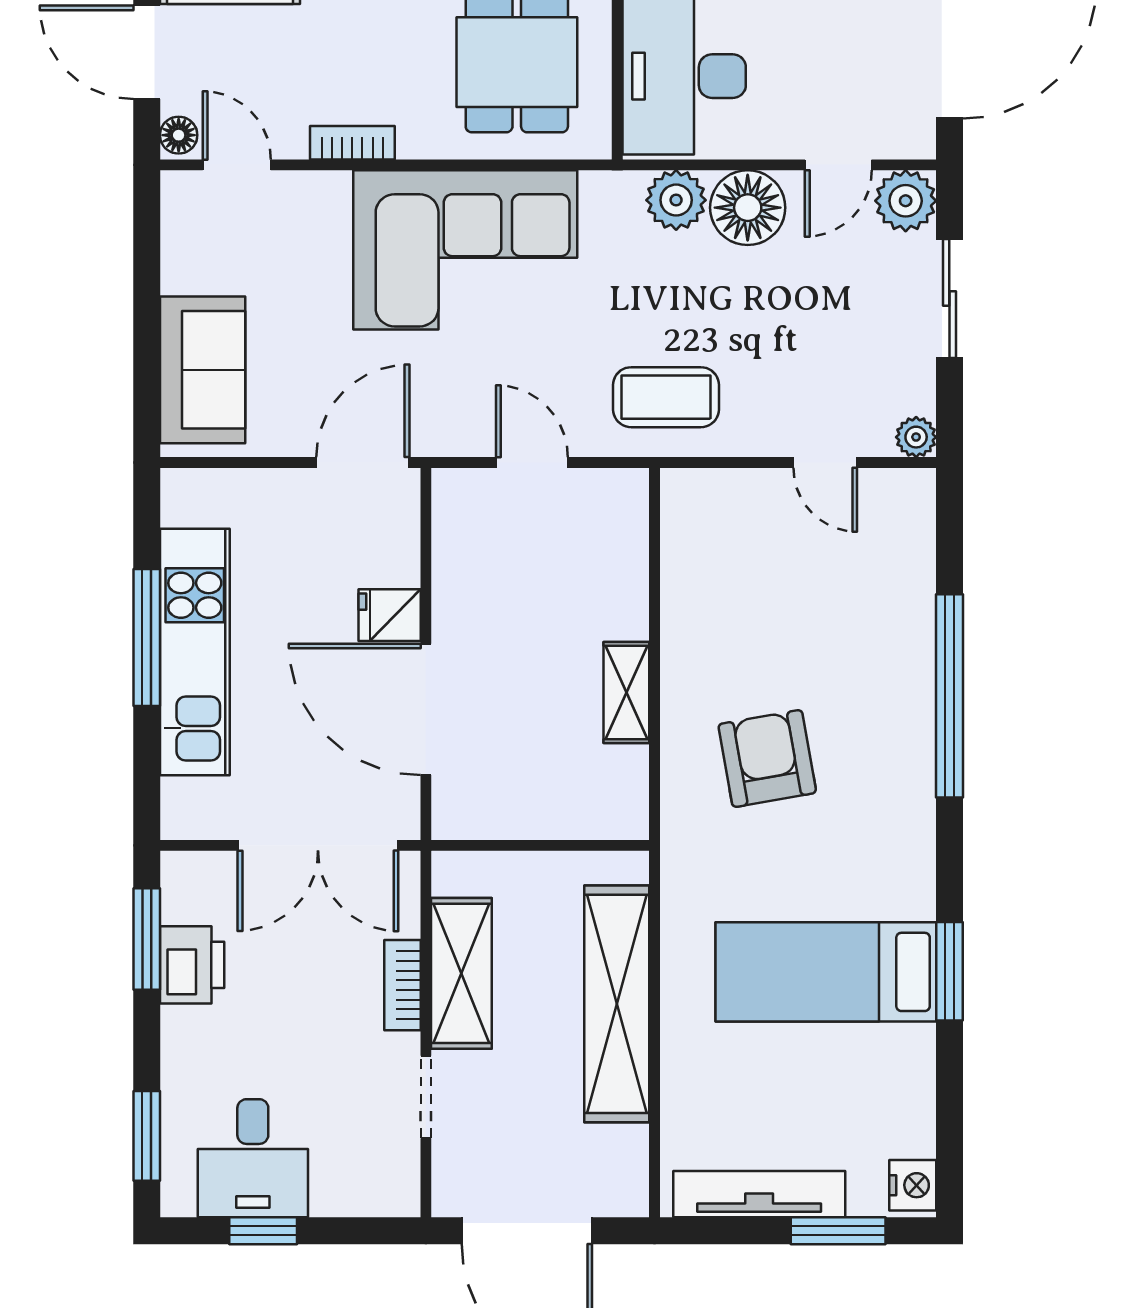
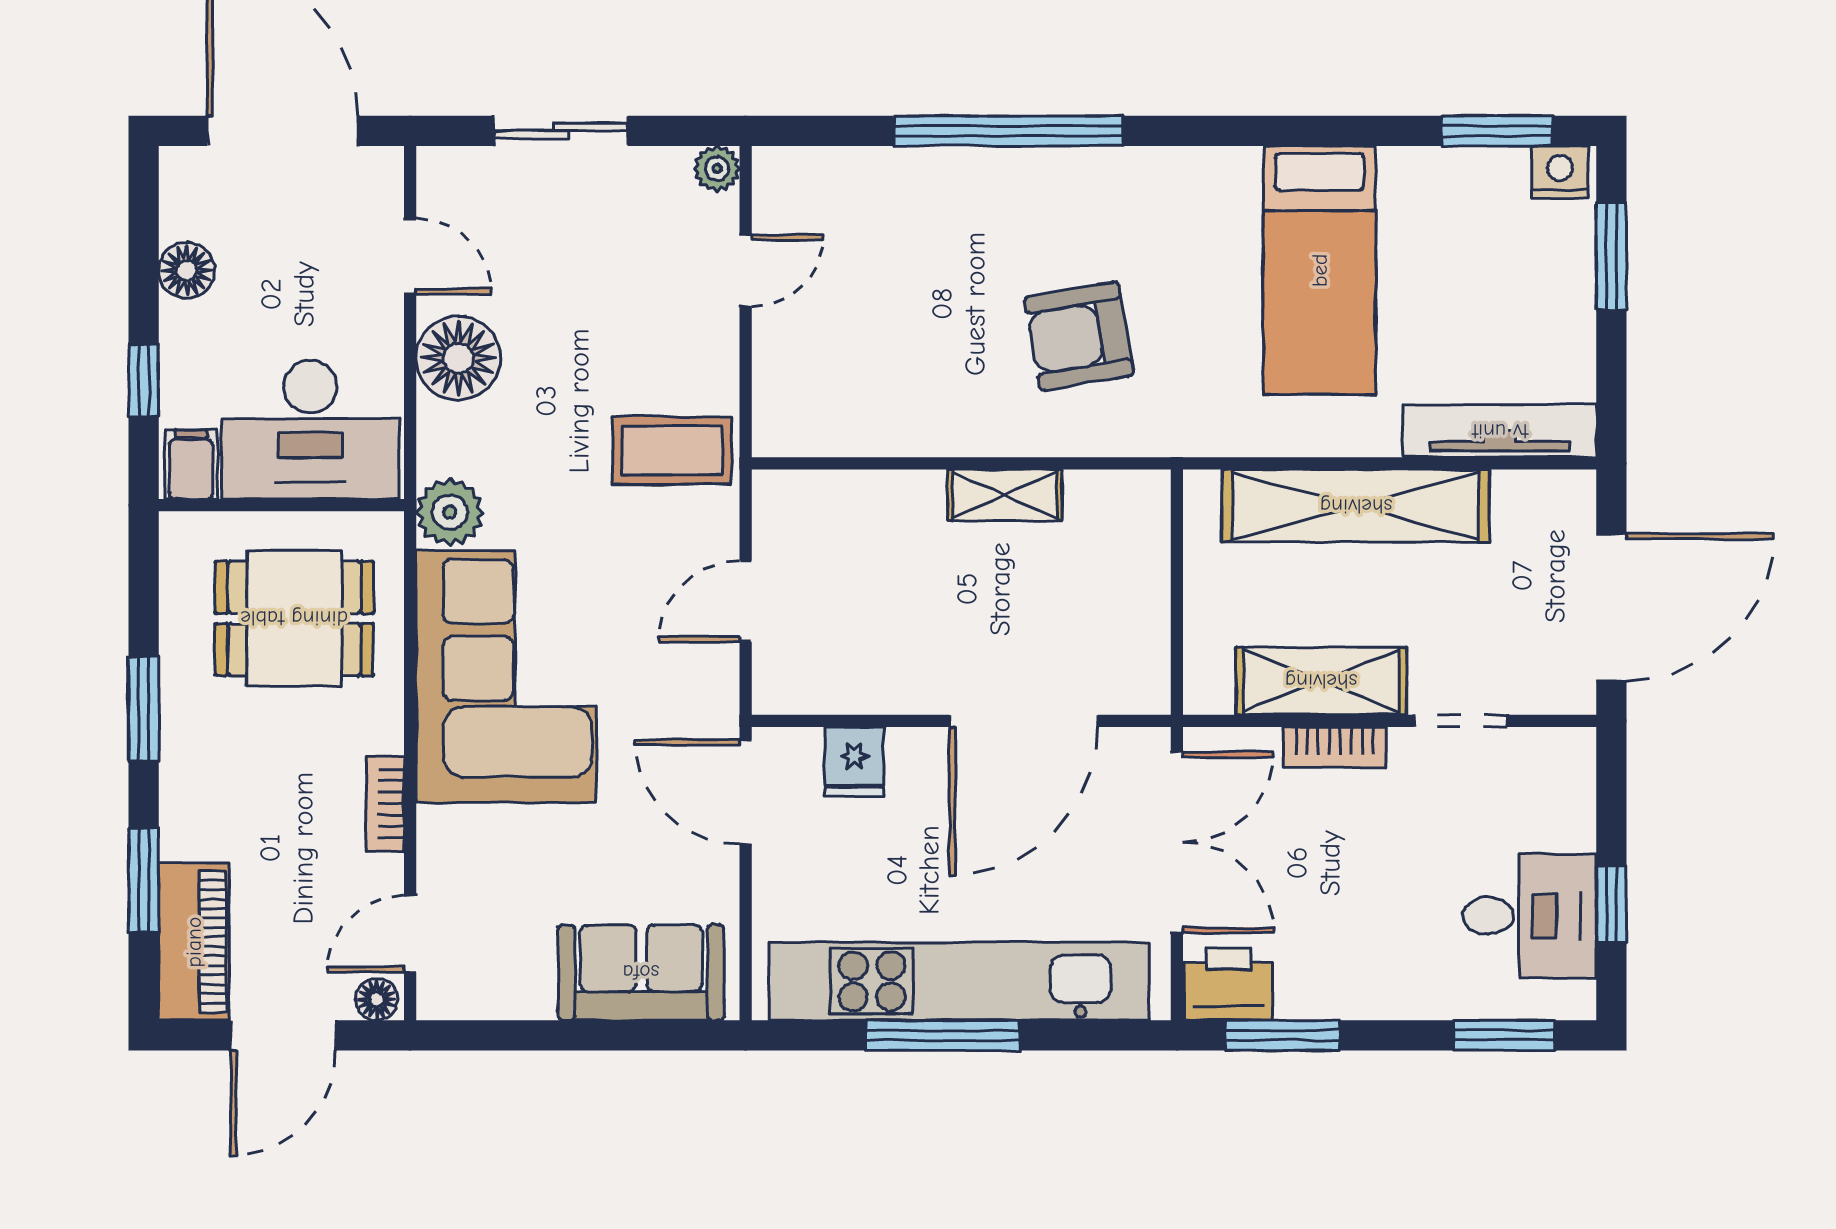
plant: (676, 200) -> (450, 512), moved
plant: (906, 201) -> (451, 180), removed
coffee table: (666, 397) -> (672, 450), turned 90
fridge: (390, 615) -> (854, 762), moved
kitchen unit: (195, 652) -> (959, 981), width x1.36
printer: (192, 965) -> (1228, 984), moved
window: (949, 971) -> (1497, 131), moved
tv unit: (759, 1194) -> (1500, 431), moved, turned 90

